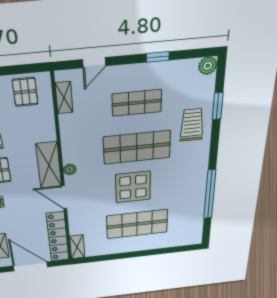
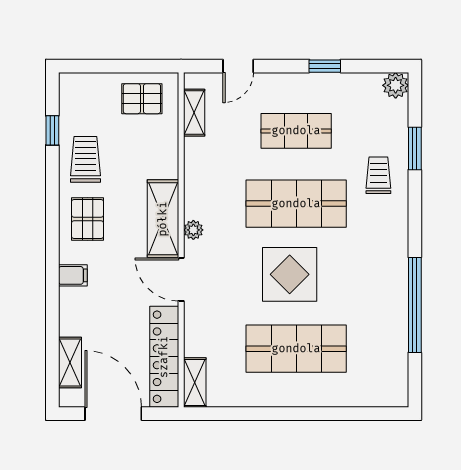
pallet: (25, 92) -> (142, 99), turned 90
trolley: (192, 125) -> (378, 175), width x0.73, depth x0.72

